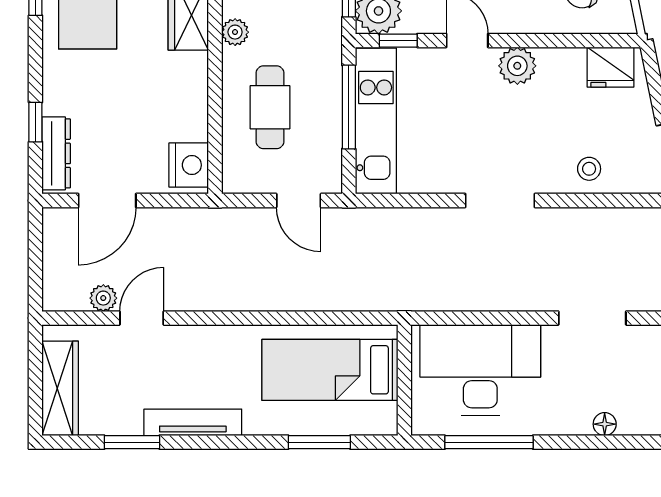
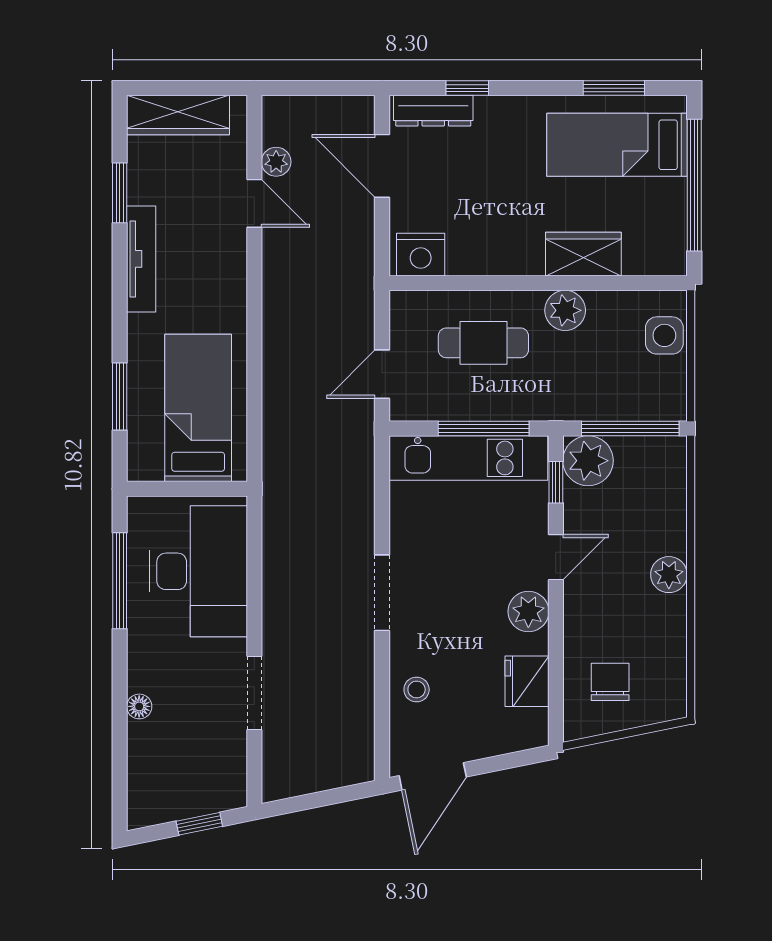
plant: (235, 32) -> (565, 310), width x1.38, depth x1.38
fridge: (611, 67) -> (527, 681), moved

